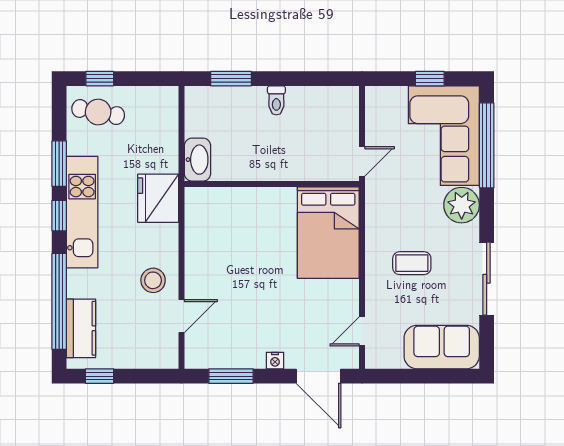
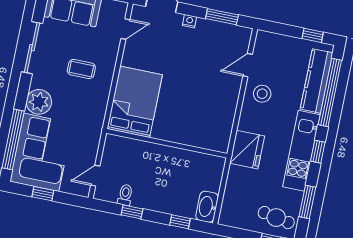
window: (231, 79) -> (180, 222), width x0.67
window: (301, 79) -> (132, 212), added
toilet: (276, 100) -> (125, 195), moved
washbasin: (197, 160) -> (207, 207), moved
door: (362, 161) -> (95, 176), moved
window: (59, 164) -> (307, 202), moved
kitchen counter: (81, 328) -> (317, 81), width x1.50

